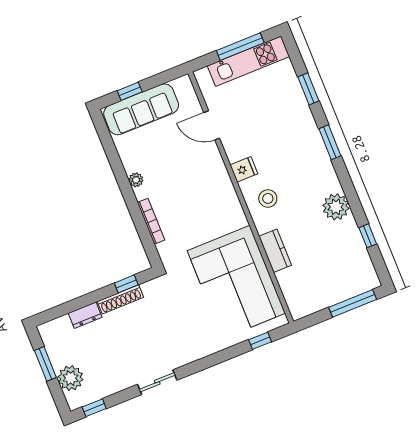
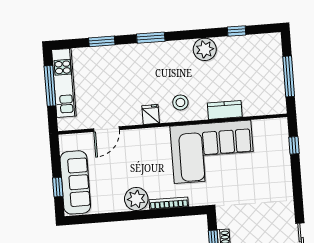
plant: (136, 180) -> (136, 199), width x1.88, depth x1.88
corner sofa: (236, 282) -> (212, 152), moved
window: (353, 303) -> (289, 76), moved

